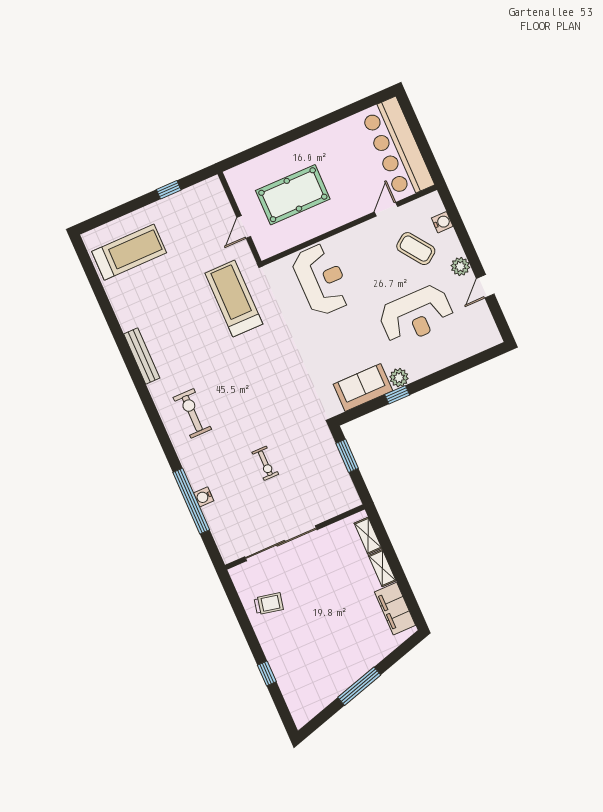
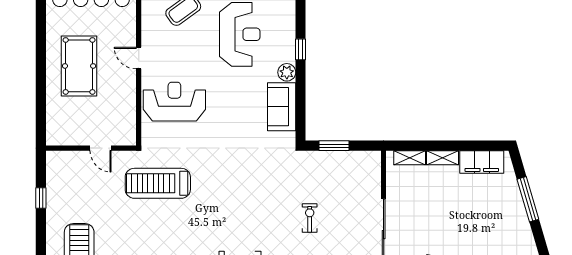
pool table: (293, 195) -> (79, 66), moved
door: (386, 209) -> (139, 58), moved
window: (397, 395) -> (301, 49), moved
exercise bike: (265, 463) -> (310, 218), turned -90
window: (359, 686) -> (528, 199), moved

